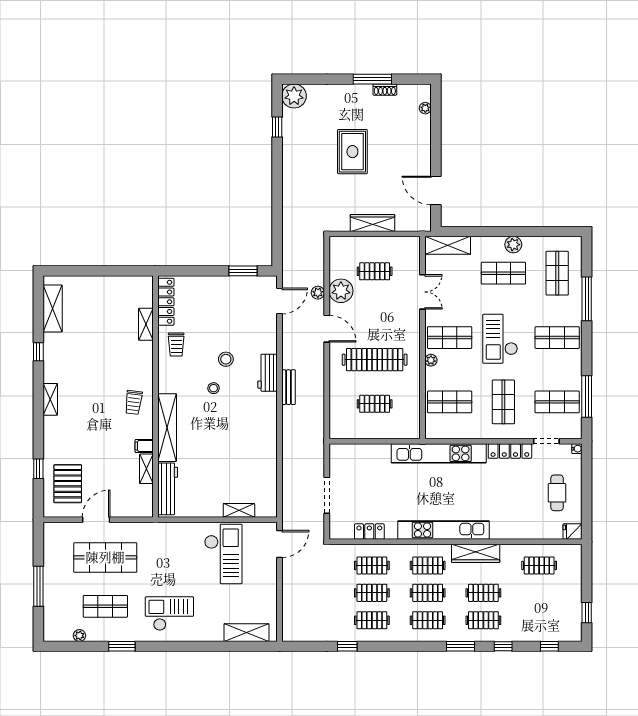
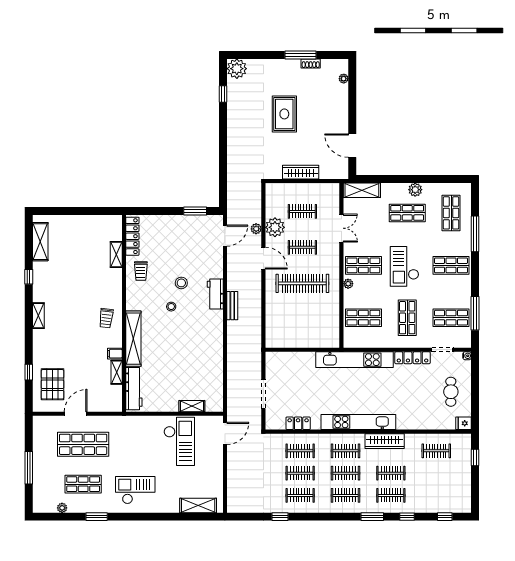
clothes rail: (375, 404) -> (302, 247), moved
window: (587, 613) -> (475, 457), moved

